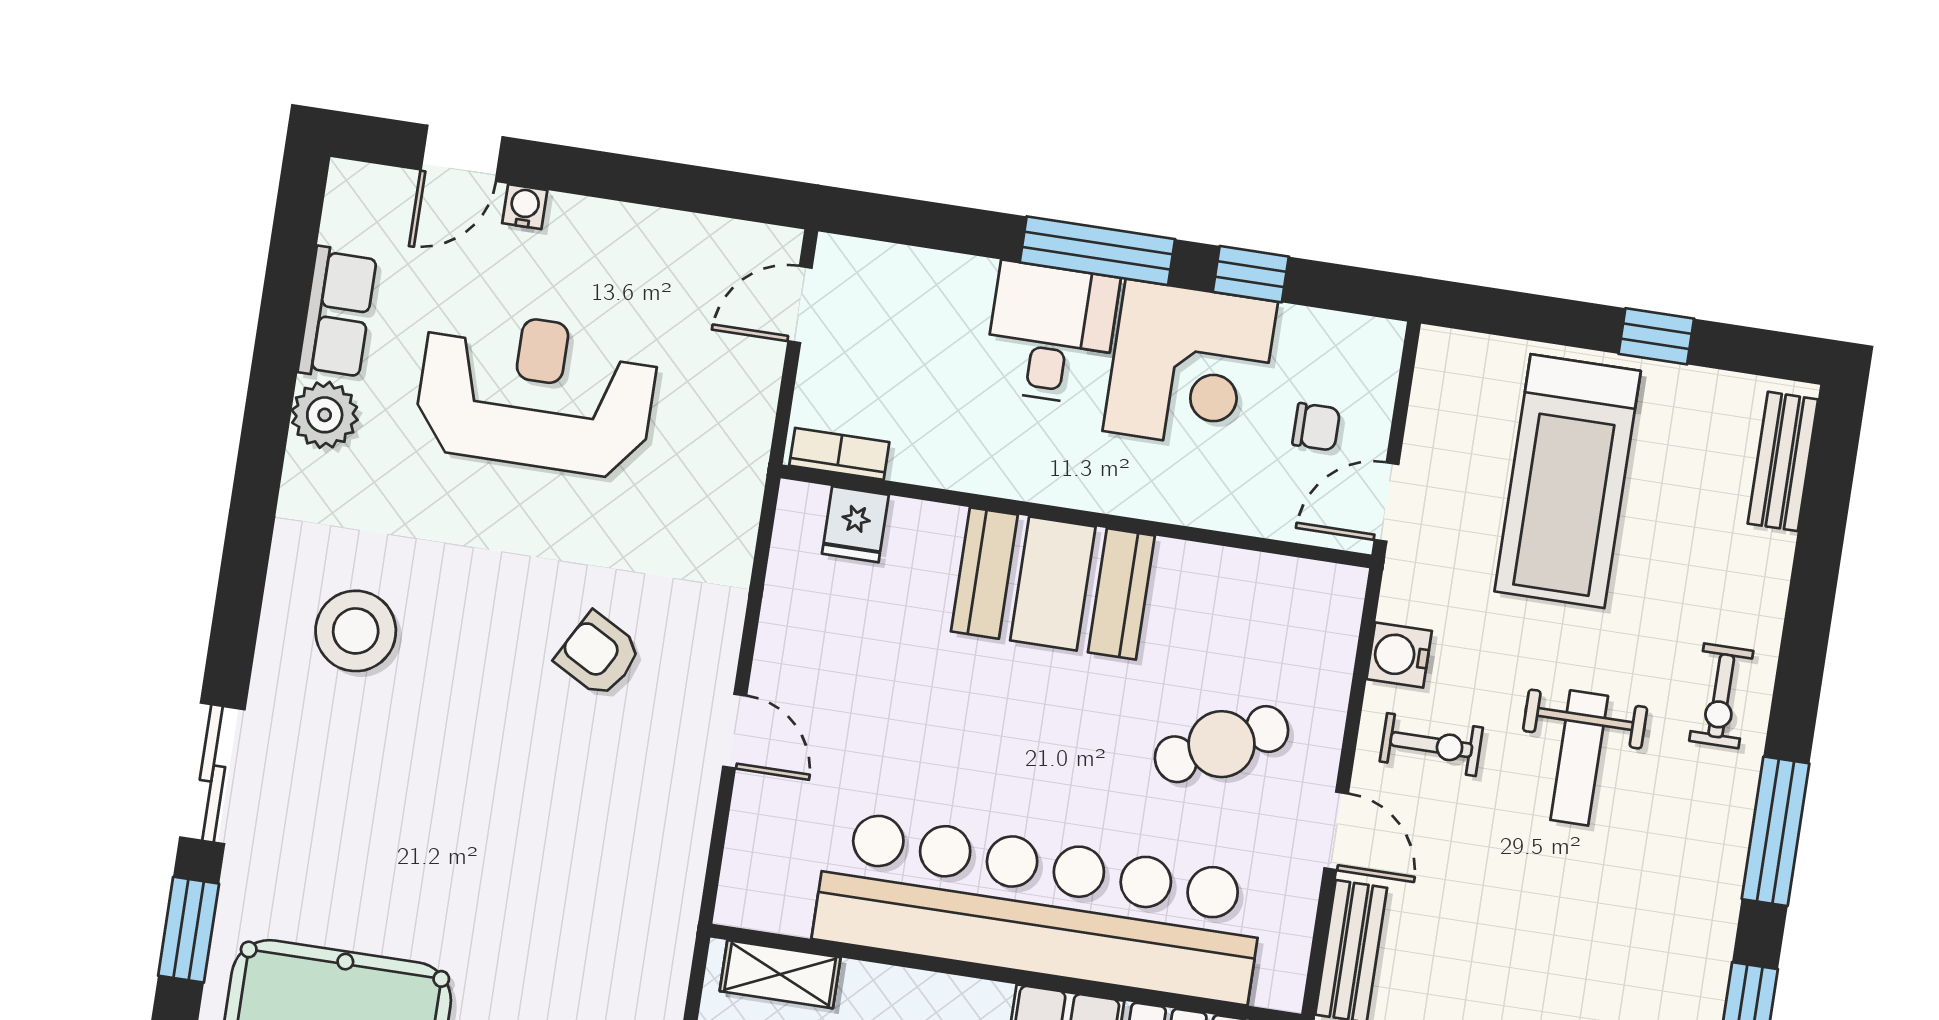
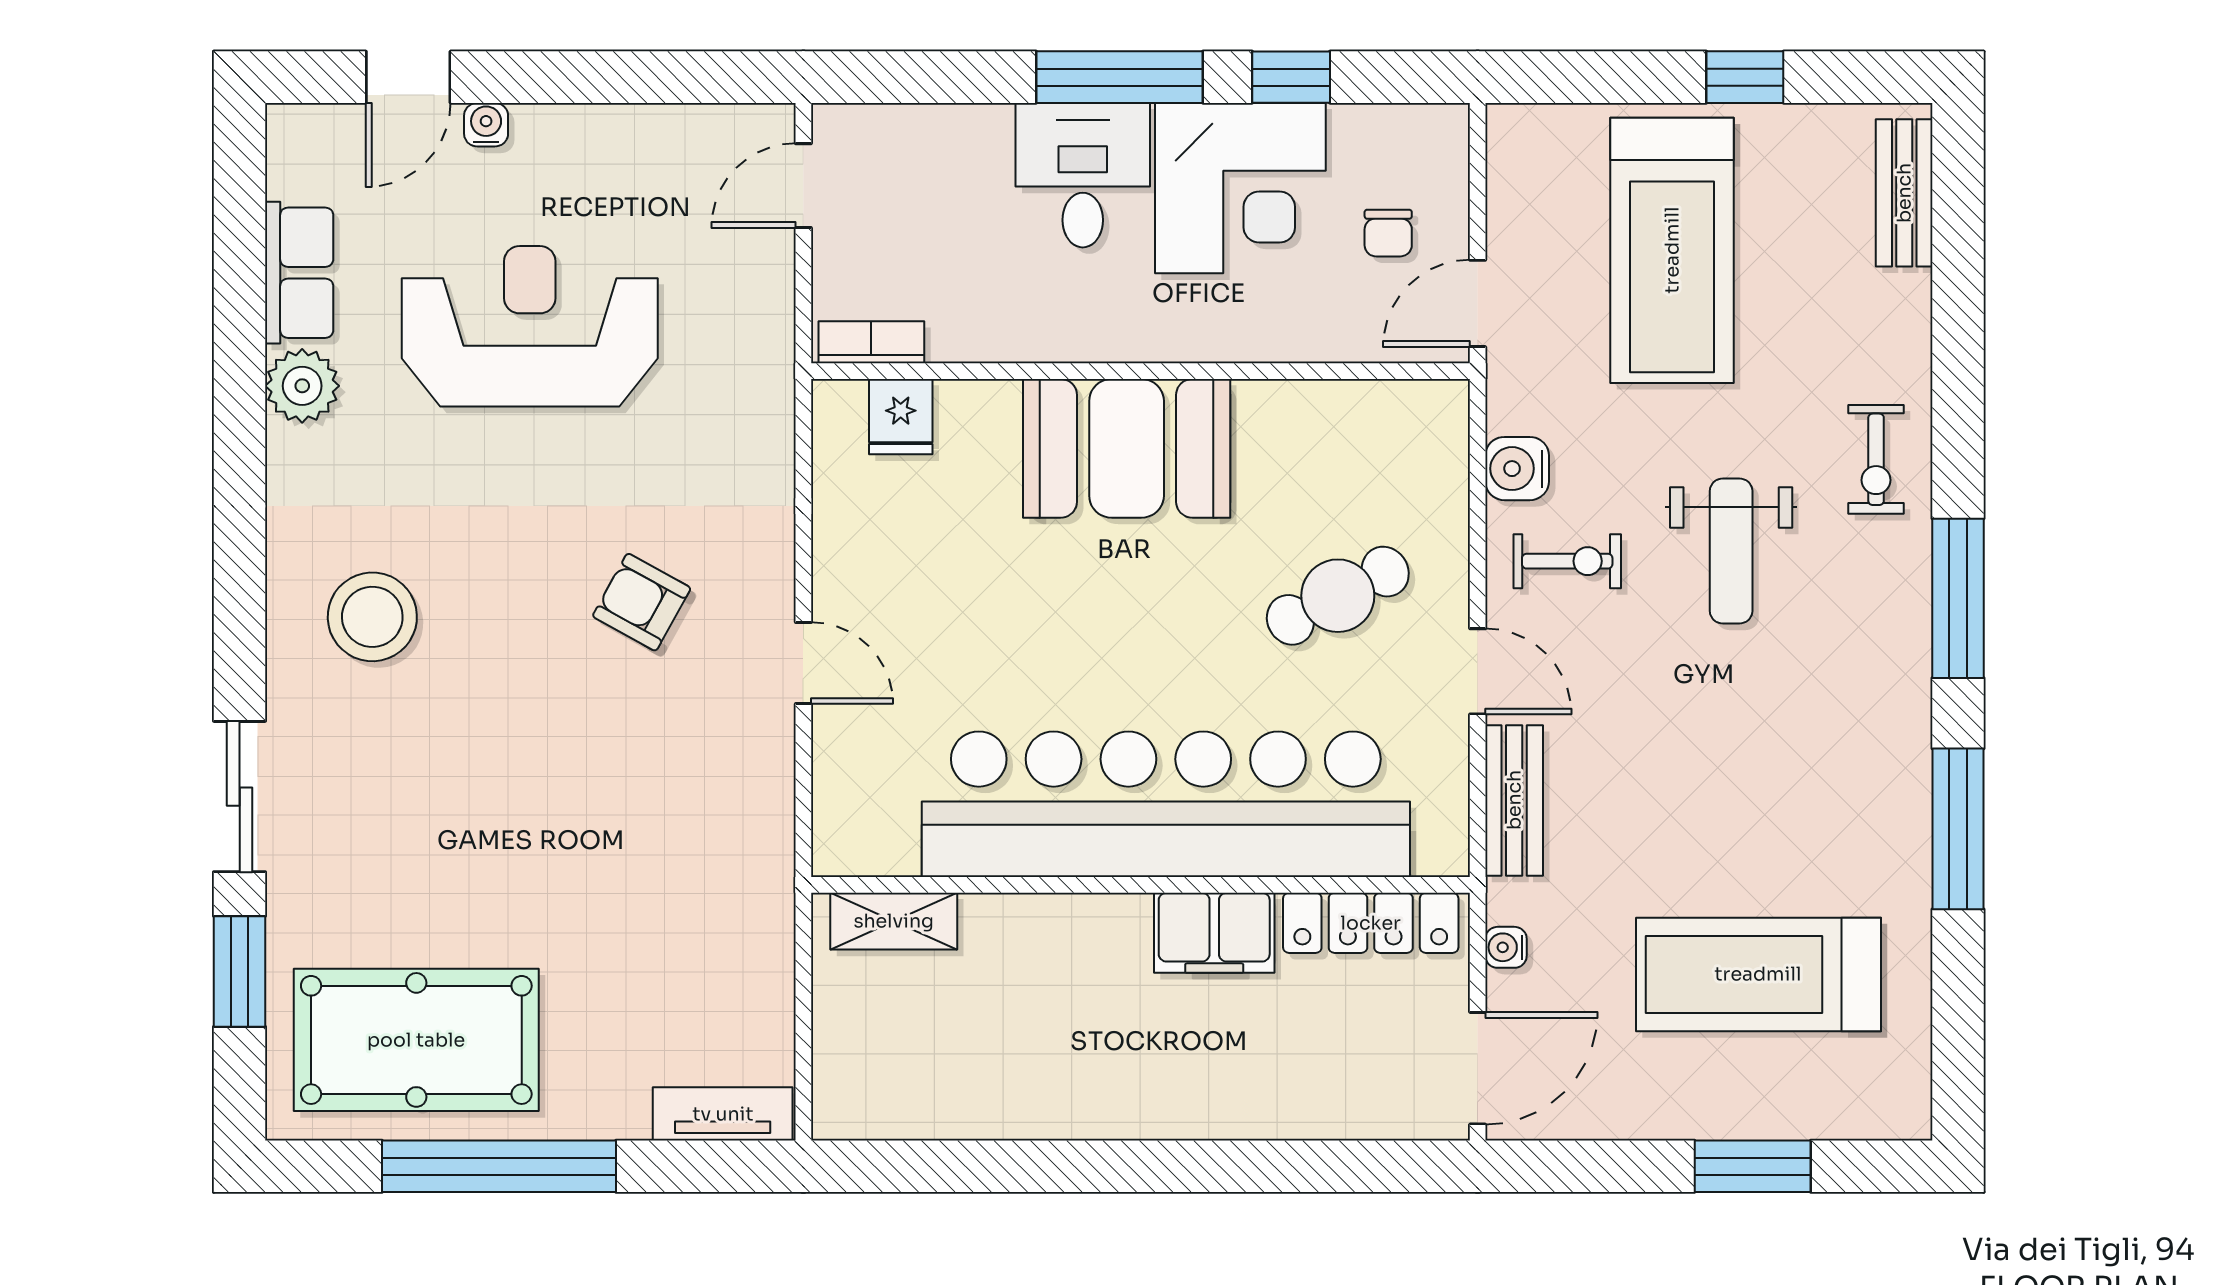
chair: (1316, 427) -> (1388, 233), turned 90

